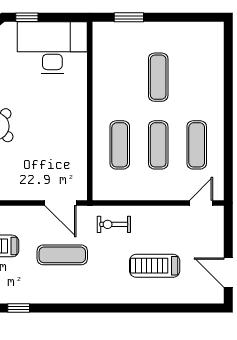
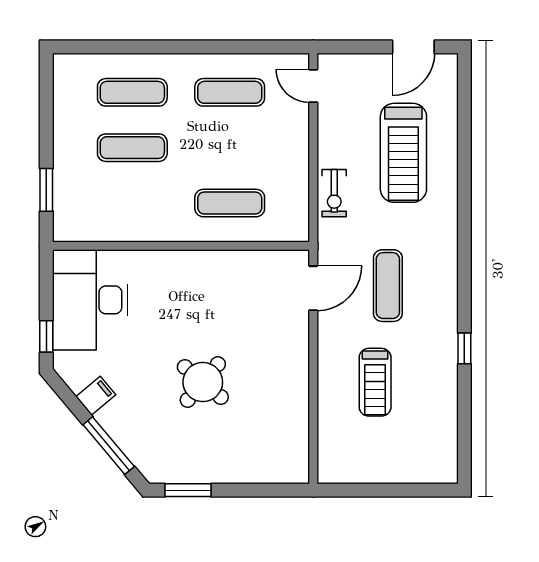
exercise mat: (158, 145) -> (132, 92), moved
exercise bike: (114, 224) -> (334, 193), moved
treadmill: (155, 266) -> (403, 153), width x1.37, depth x1.38

